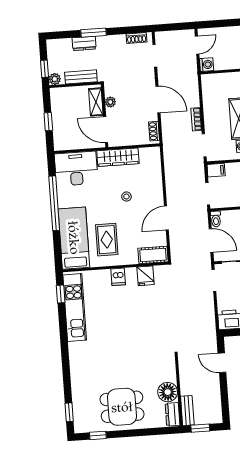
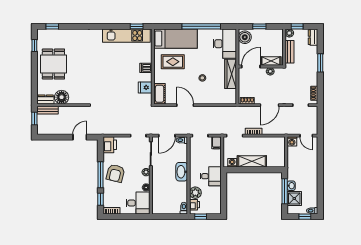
dresser: (84, 43) -> (313, 37), moved
boiler: (65, 141) -> (245, 37), added

